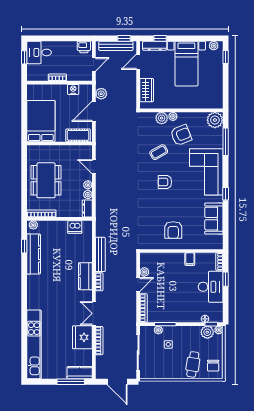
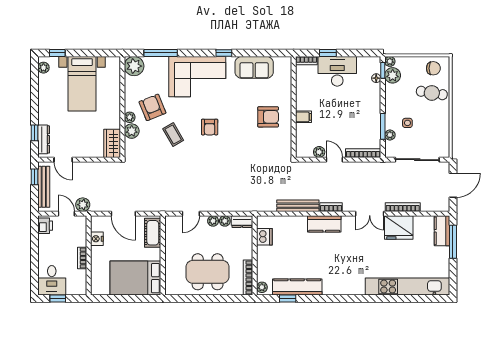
bed with nightstands: (186, 64) -> (82, 84), moved, turned 90
wardrobe: (147, 90) -> (112, 143), moved, turned -90
plant: (101, 94) -> (83, 205), moved
filing cabinet: (190, 259) -> (303, 117), moved

